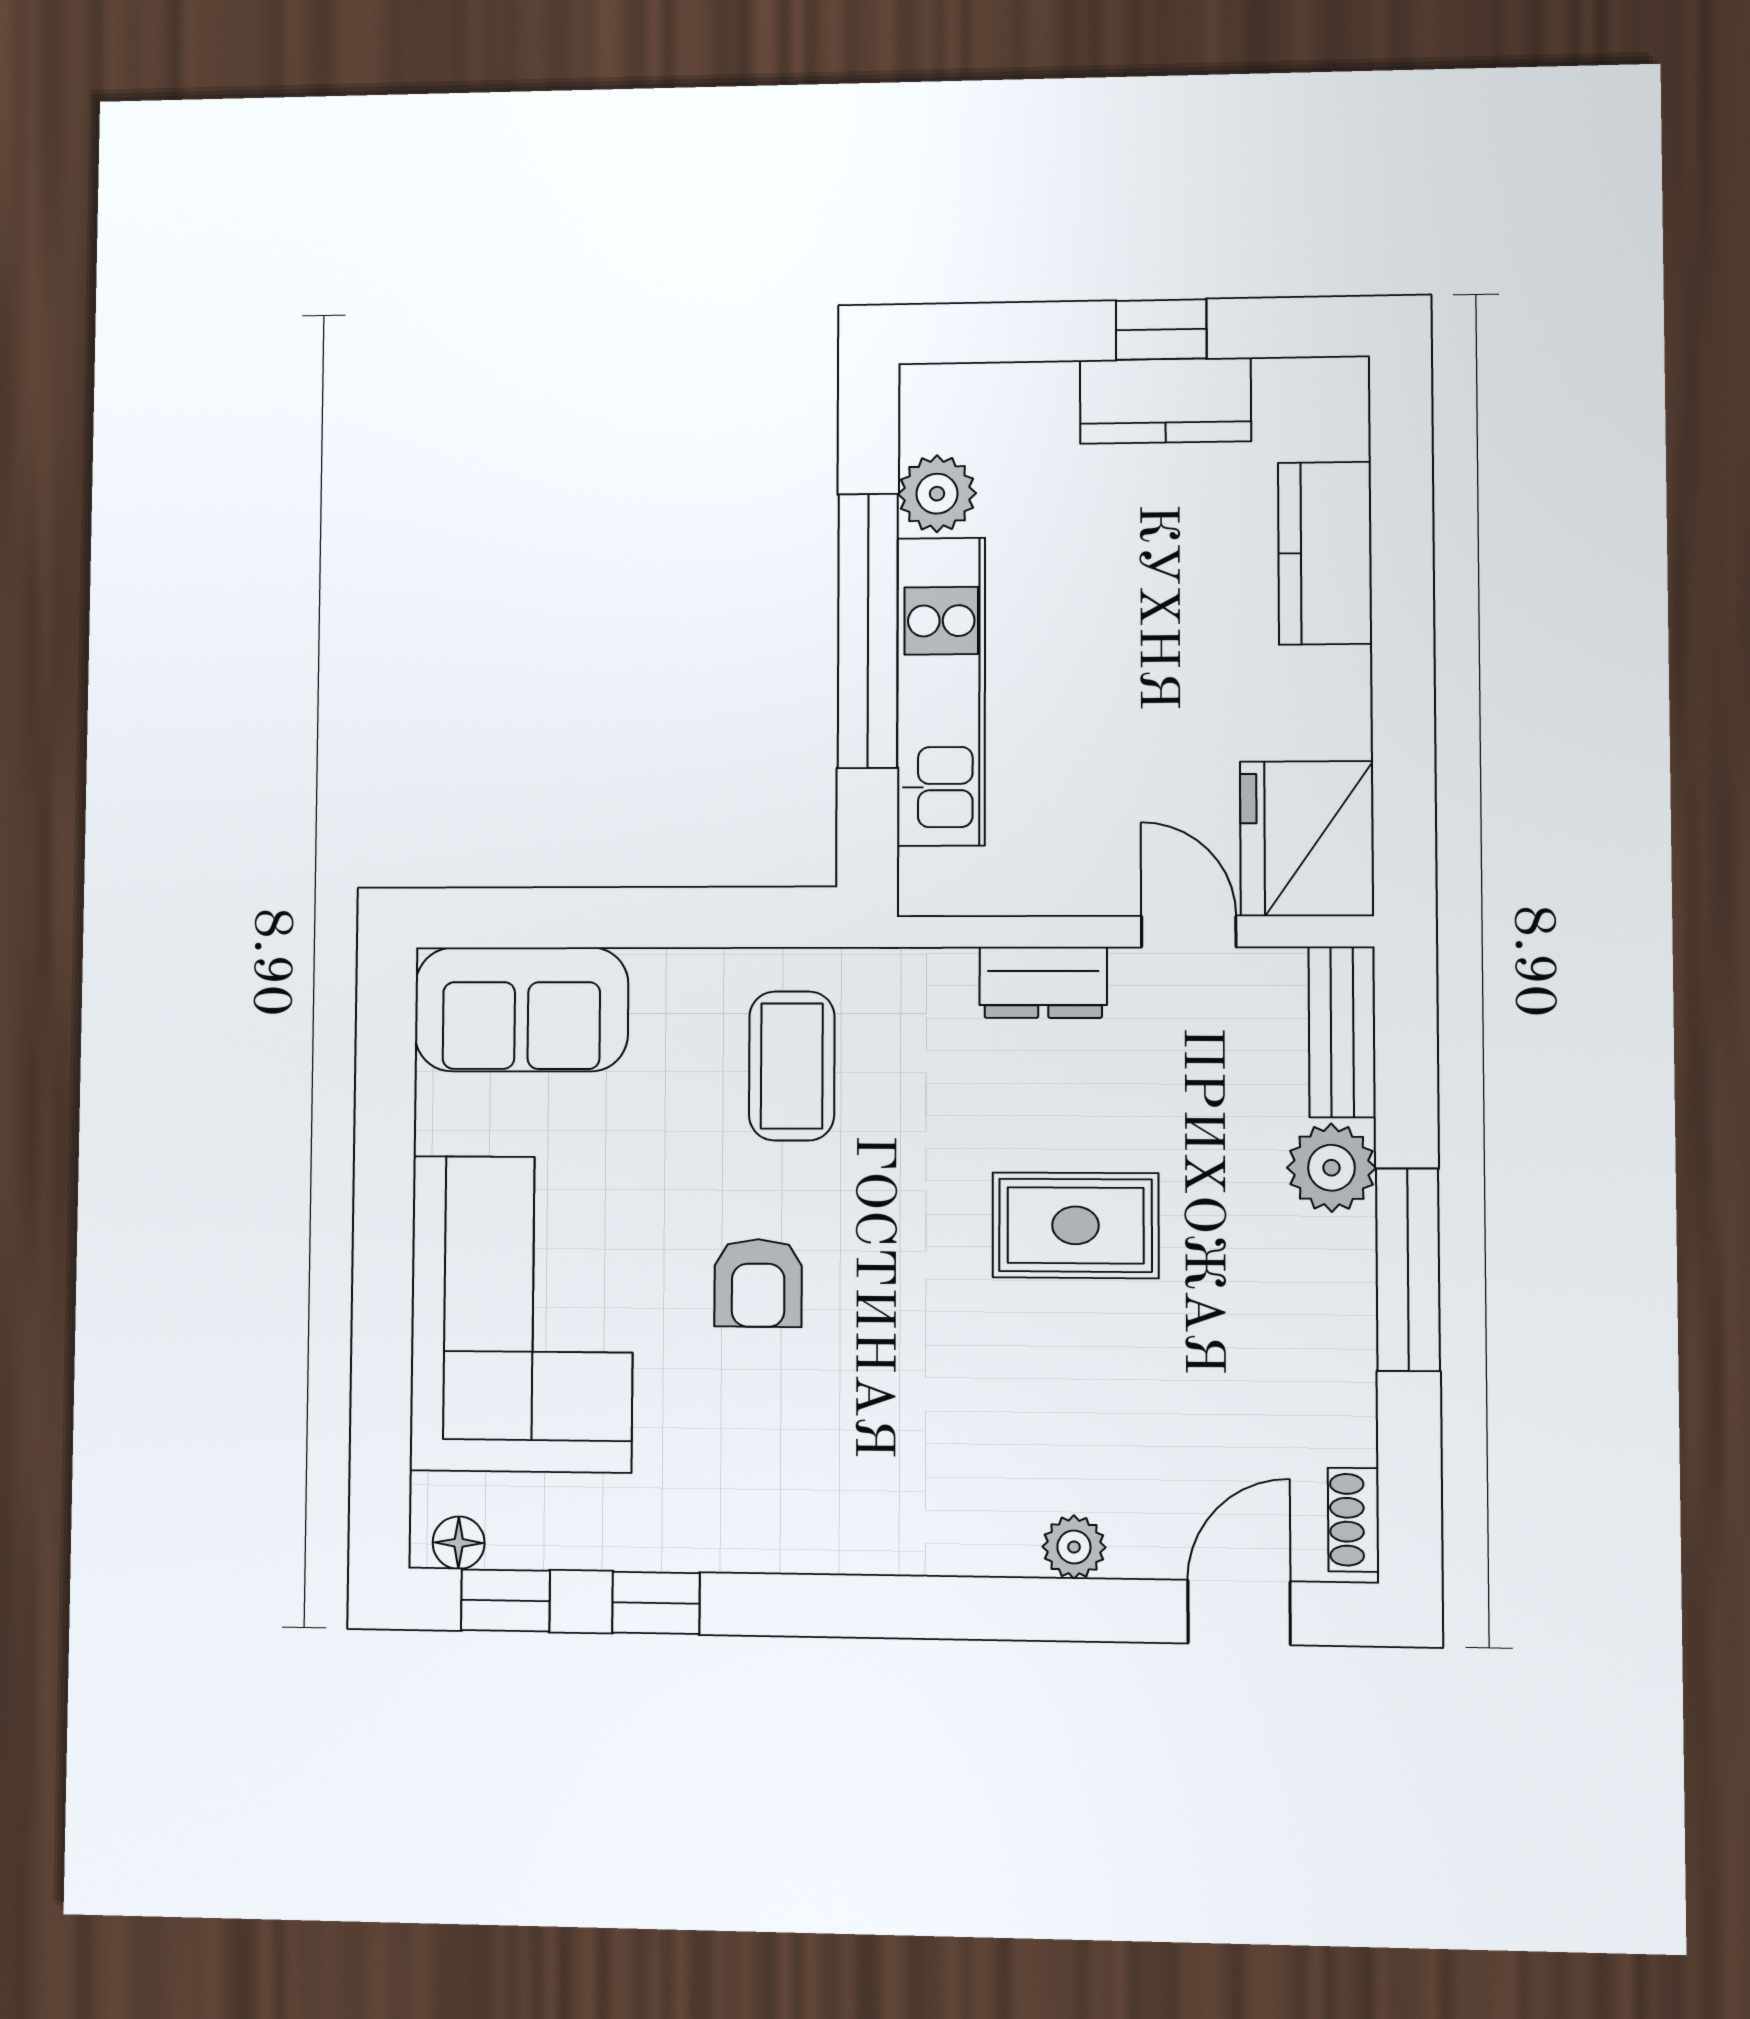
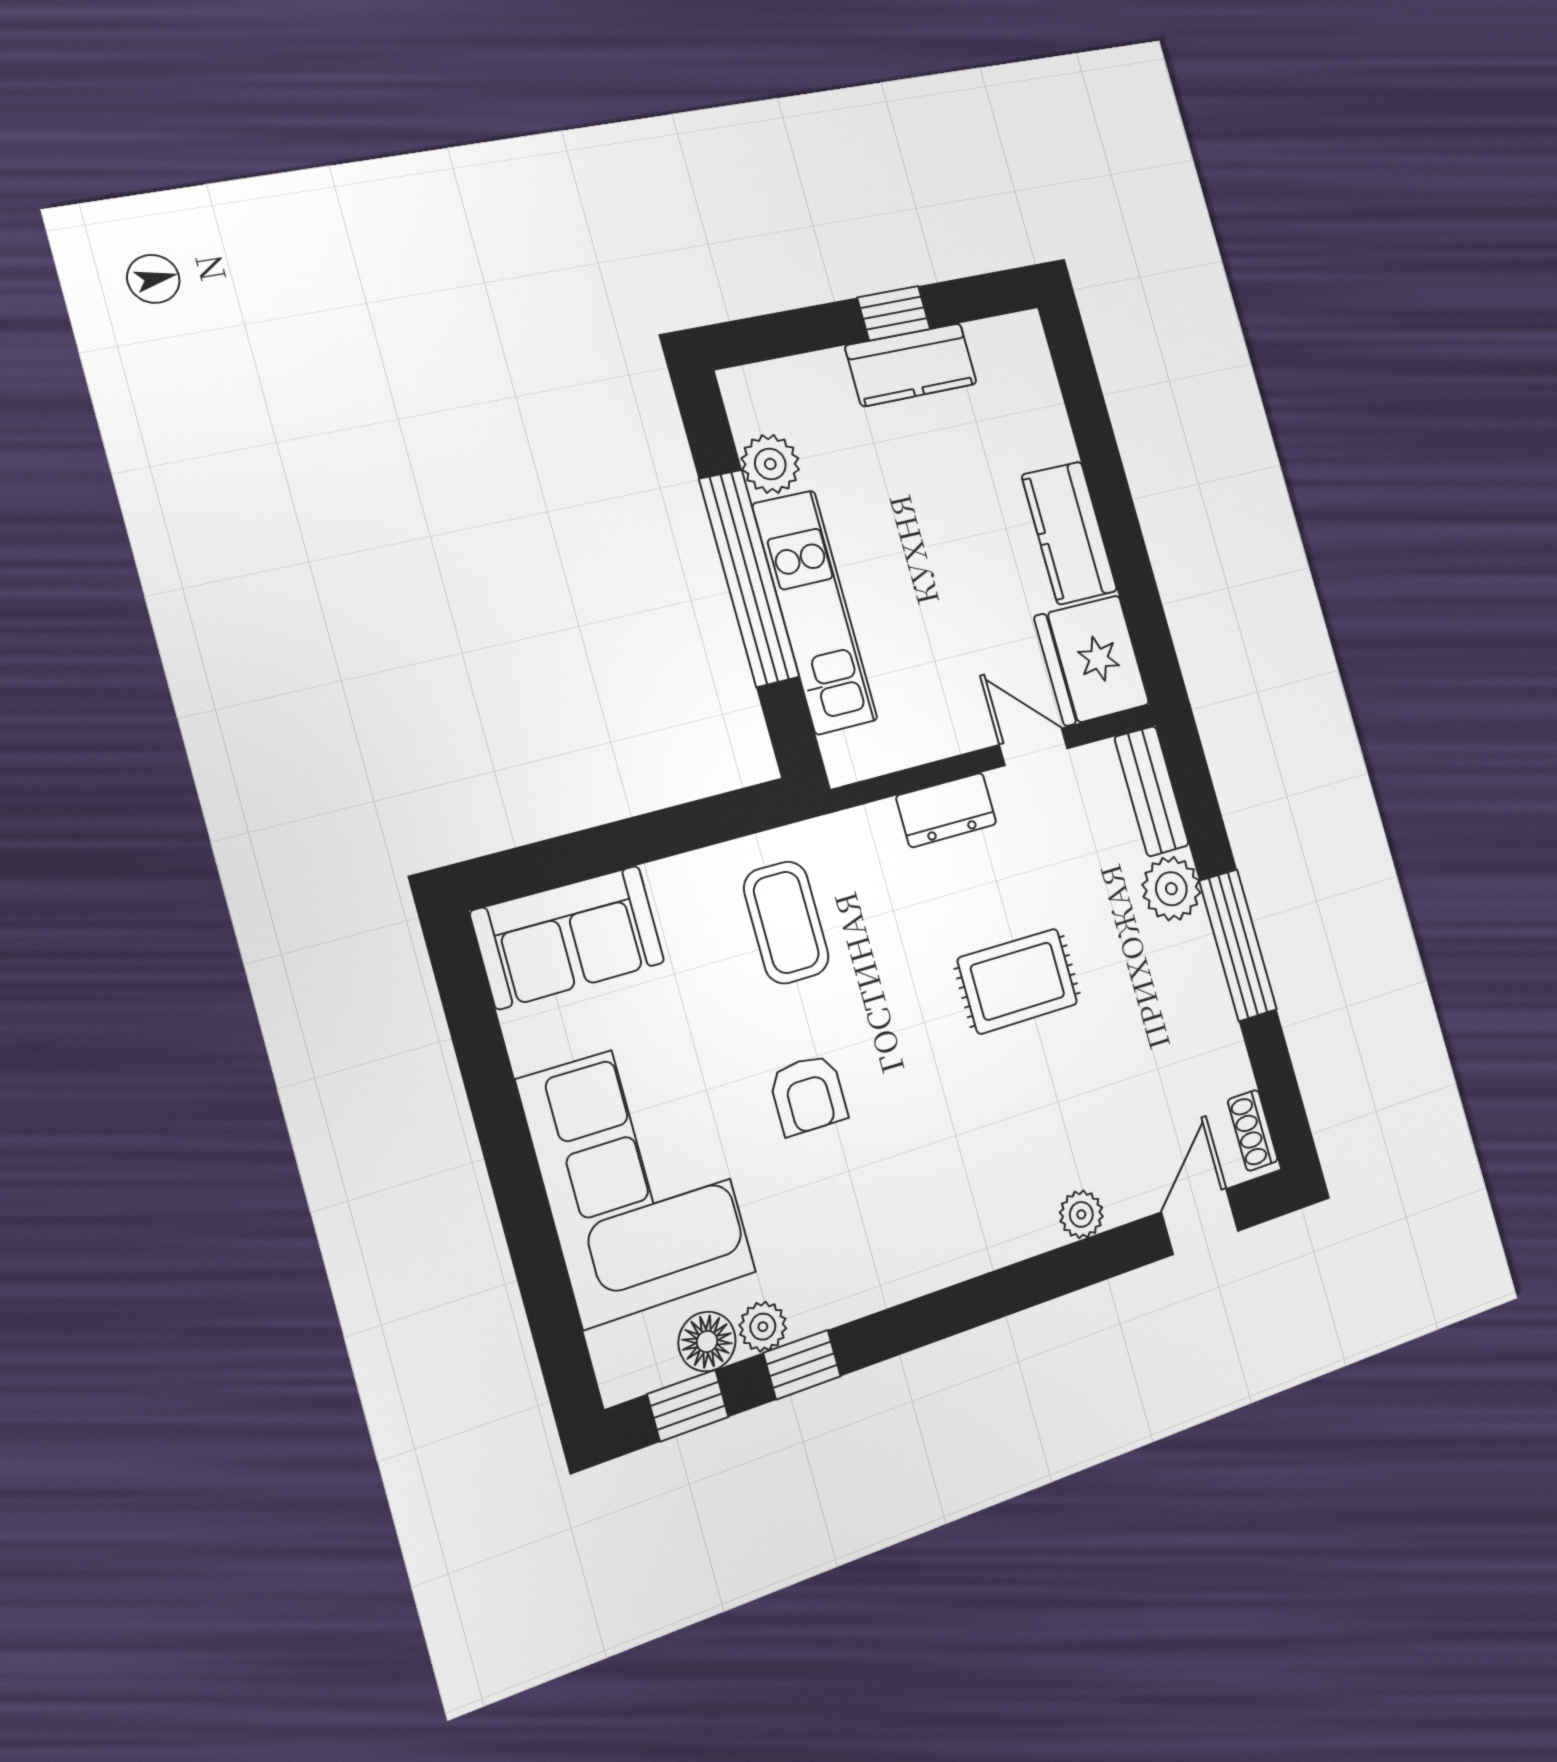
kitchen counter: (1325, 553) -> (1069, 533), moved
plant: (621, 1541) -> (763, 1327), added
floor lamp: (459, 1543) -> (707, 1342), moved, width x1.37, depth x1.37

